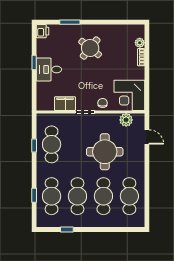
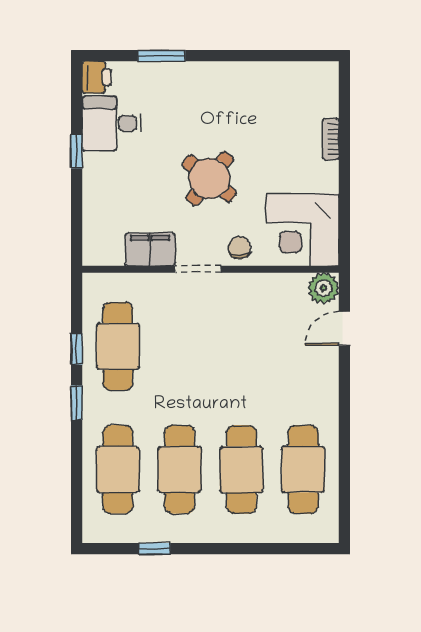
plant: (140, 43) -> (328, 105), removed
round table: (90, 48) -> (209, 179), moved
desk: (49, 70) -> (112, 123), moved
plant: (126, 120) -> (323, 288), moved
door: (147, 137) -> (344, 329), swing flipped
round table: (105, 152) -> (244, 364), removed
window: (34, 195) -> (77, 403), moved

